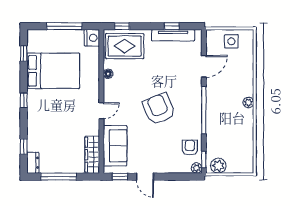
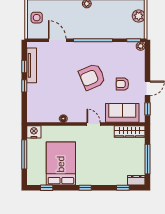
window: (122, 26) -> (24, 86), moved
rug: (125, 46) -> (41, 105), removed
armchair: (190, 147) -> (122, 84), moved
plant: (218, 166) -> (139, 16), moved

